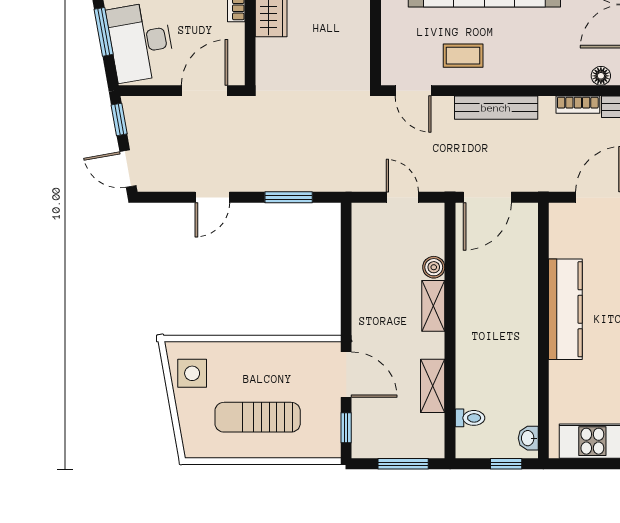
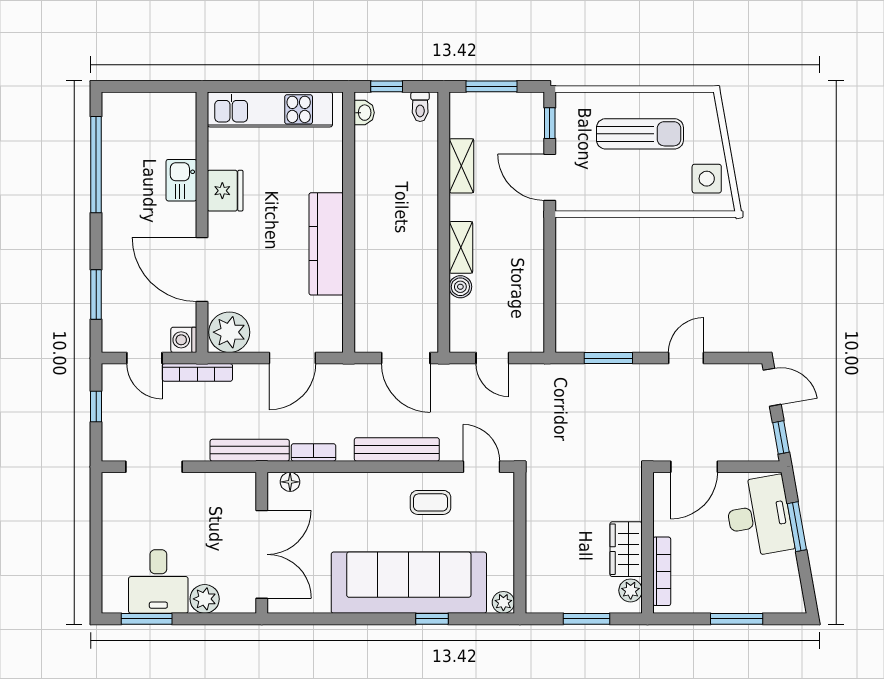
door: (487, 197) -> (406, 358), swing flipped
toilet: (470, 418) -> (420, 107), moved, turned -90

